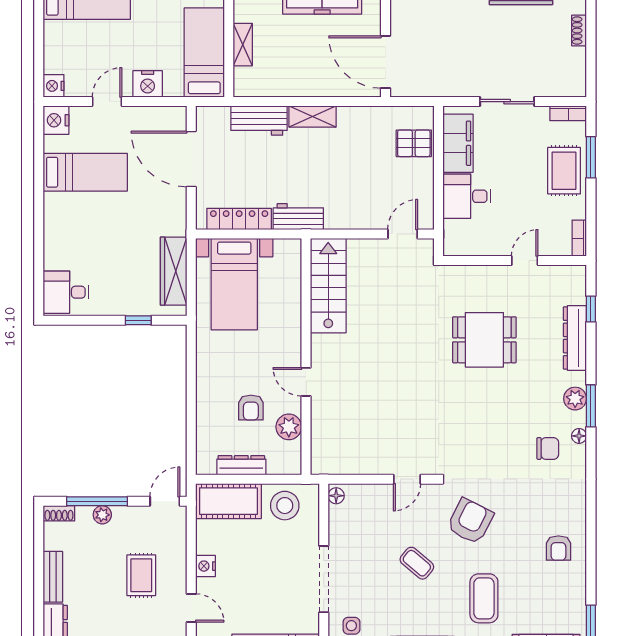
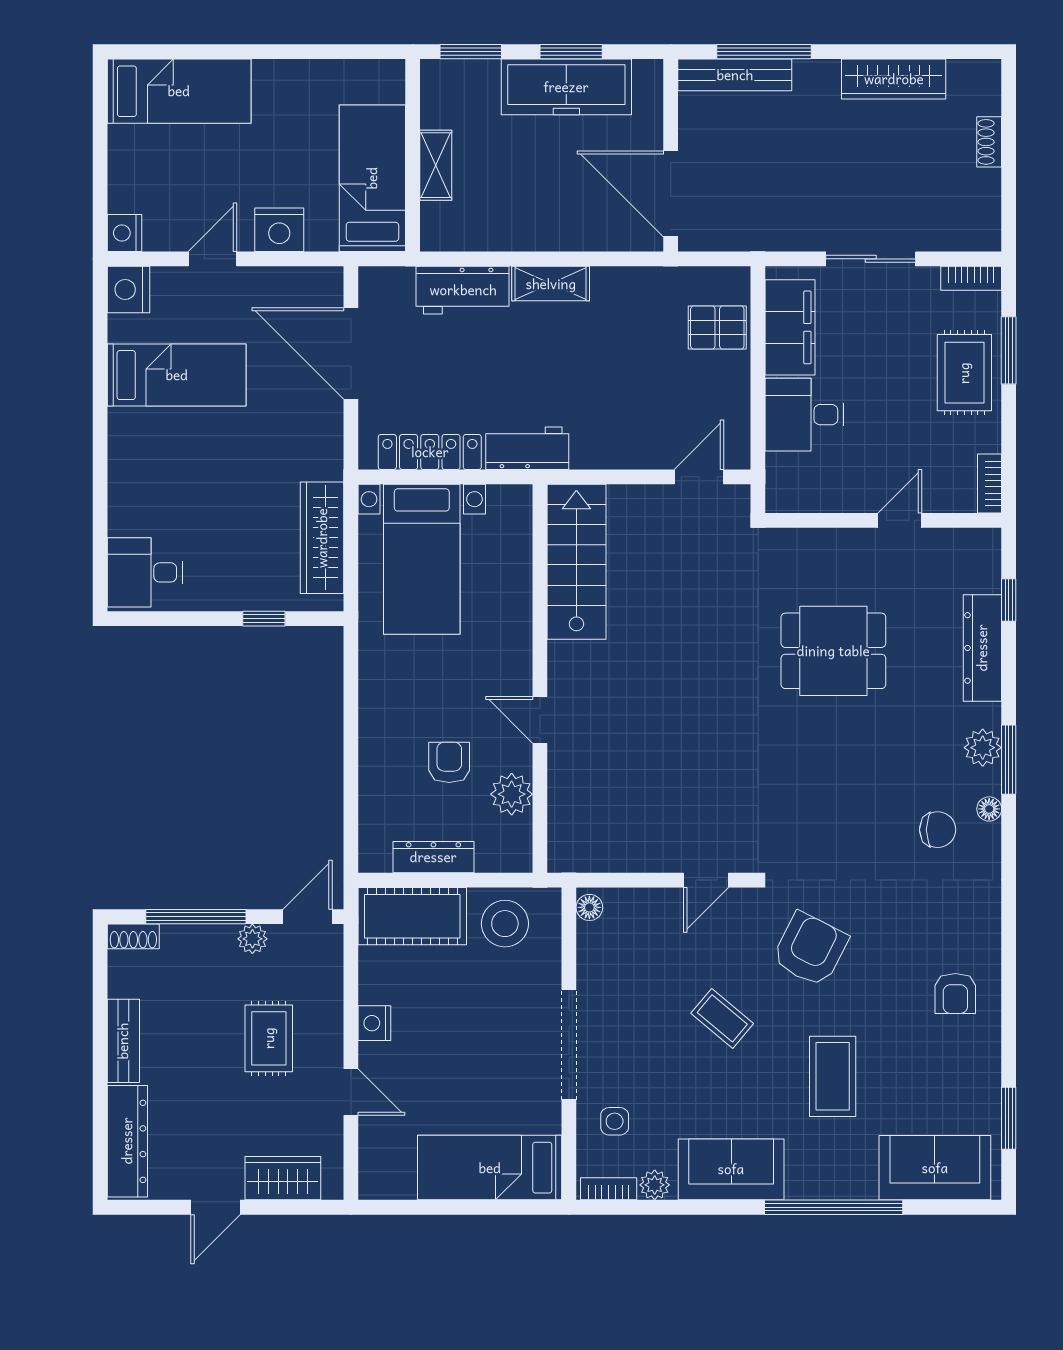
armchair: (251, 408) -> (449, 762), turned 180
plant: (102, 515) -> (252, 939), moved

